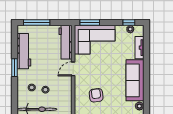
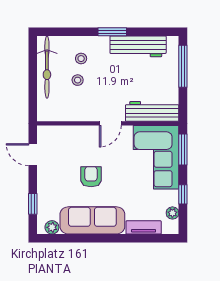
window: (129, 23) -> (183, 194), moved
door: (73, 69) -> (110, 123), swing flipped
armchair: (96, 95) -> (91, 177), moved, turned -83

